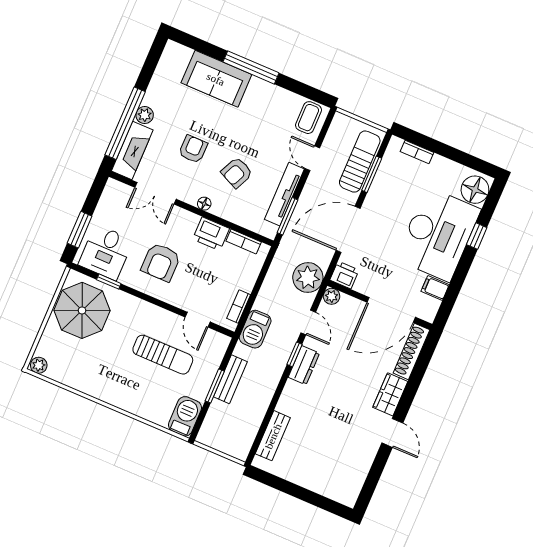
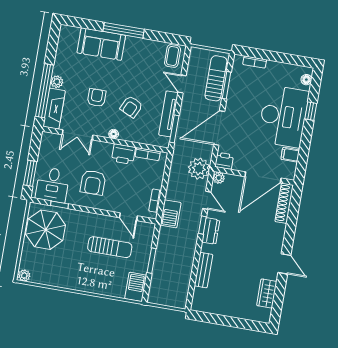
floor lamp: (475, 190) -> (306, 80), width x0.53, depth x0.53
bench: (230, 379) -> (161, 253), removed
wardrobe: (390, 394) -> (267, 293), moved
bench: (273, 436) -> (203, 270), moved

